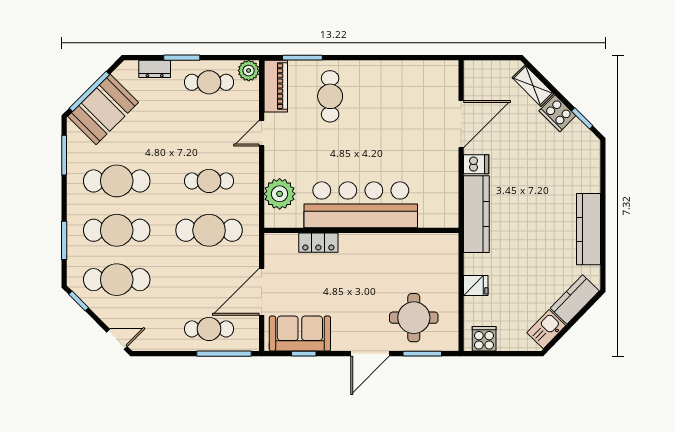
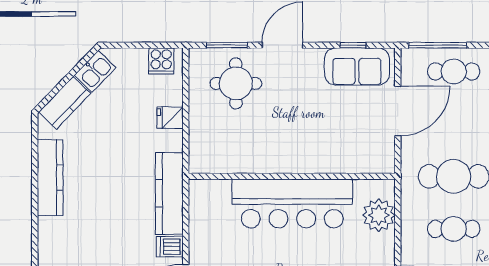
locker: (318, 243) -> (337, 163), removed

